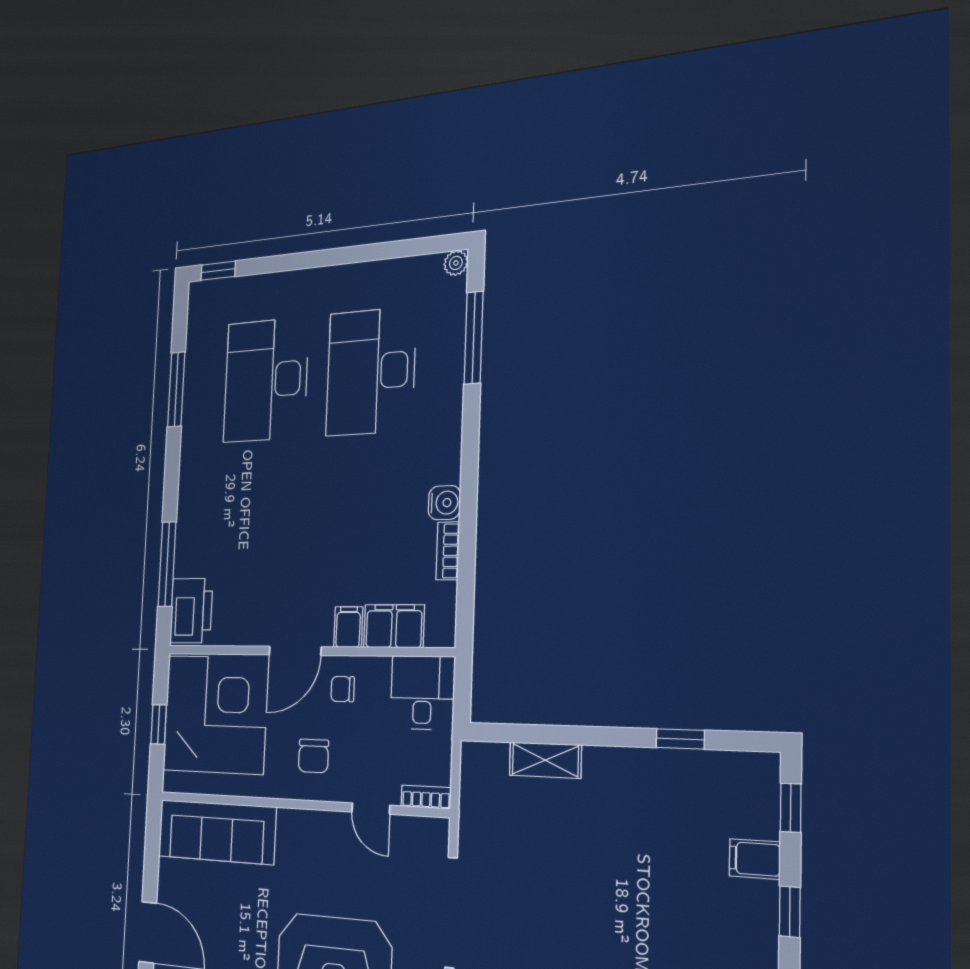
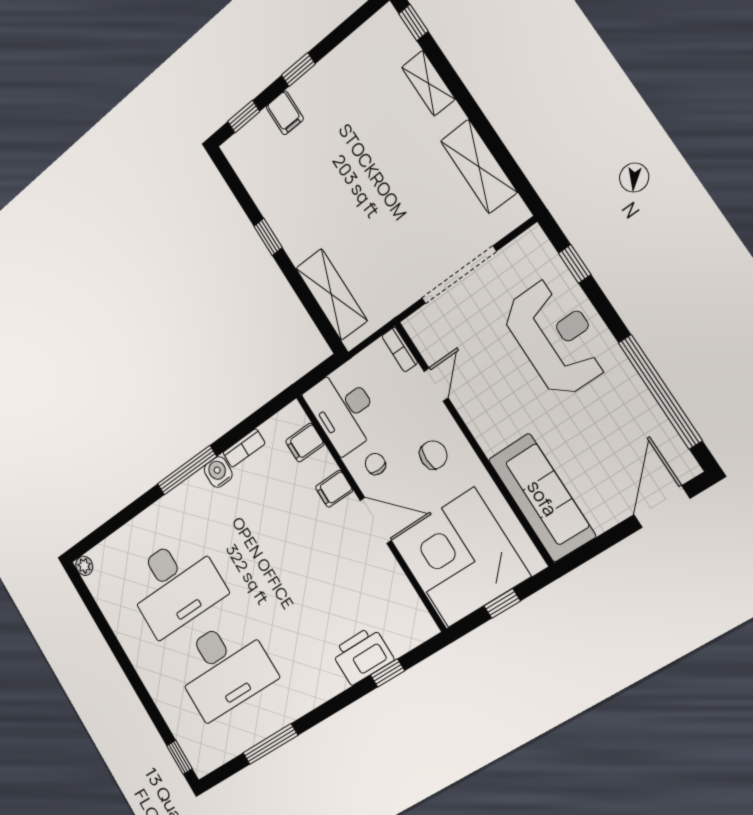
window: (474, 338) -> (187, 470), moved
window: (167, 564) -> (388, 673), width x0.46
printer: (191, 611) -> (362, 655), moved
filing cabinet: (394, 626) -> (305, 443), width x0.50
chair: (343, 689) -> (375, 464), turned 180
desk: (422, 693) -> (343, 410), width x1.37
window: (680, 739) -> (268, 237), moved
shelving: (545, 760) -> (331, 294), width x1.50, depth x1.33

